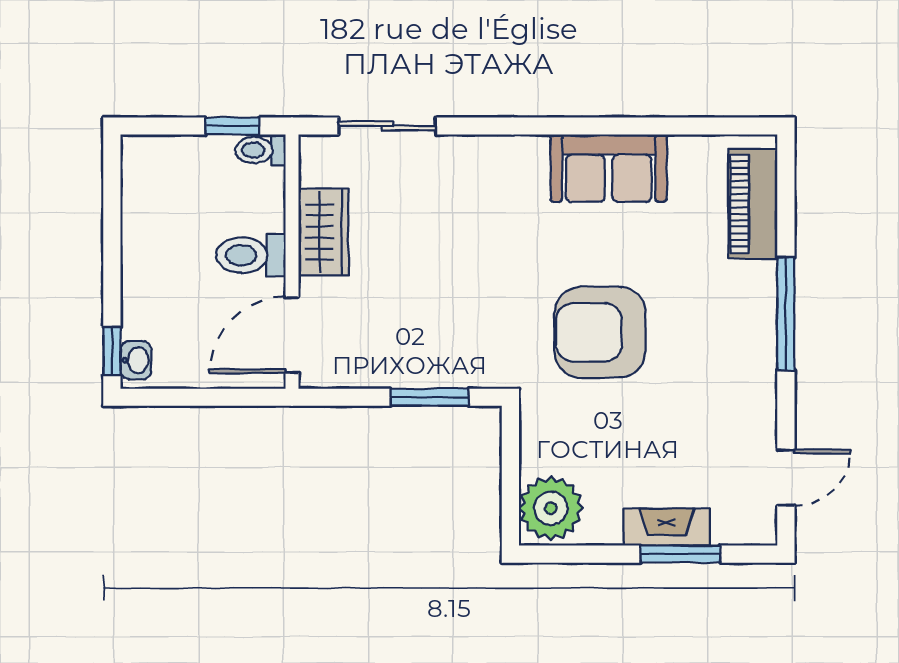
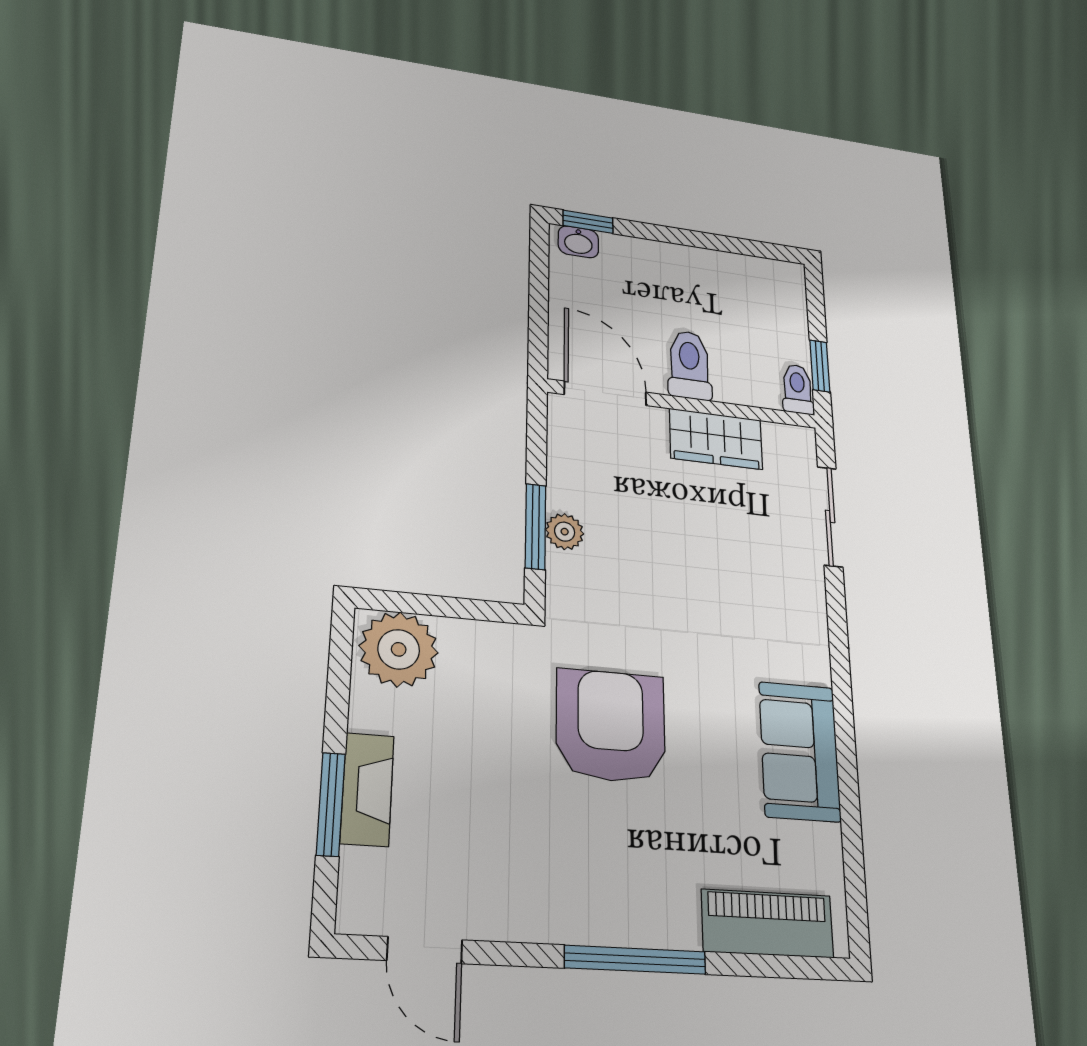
plant: (431, 372) -> (565, 532), added

